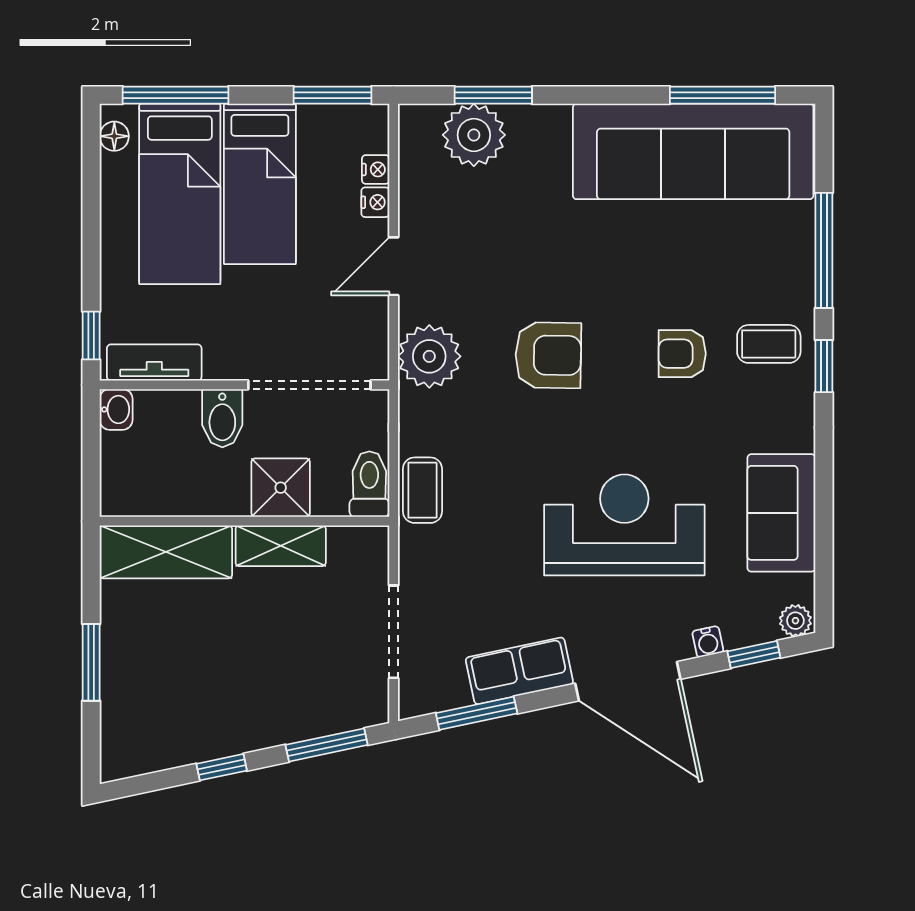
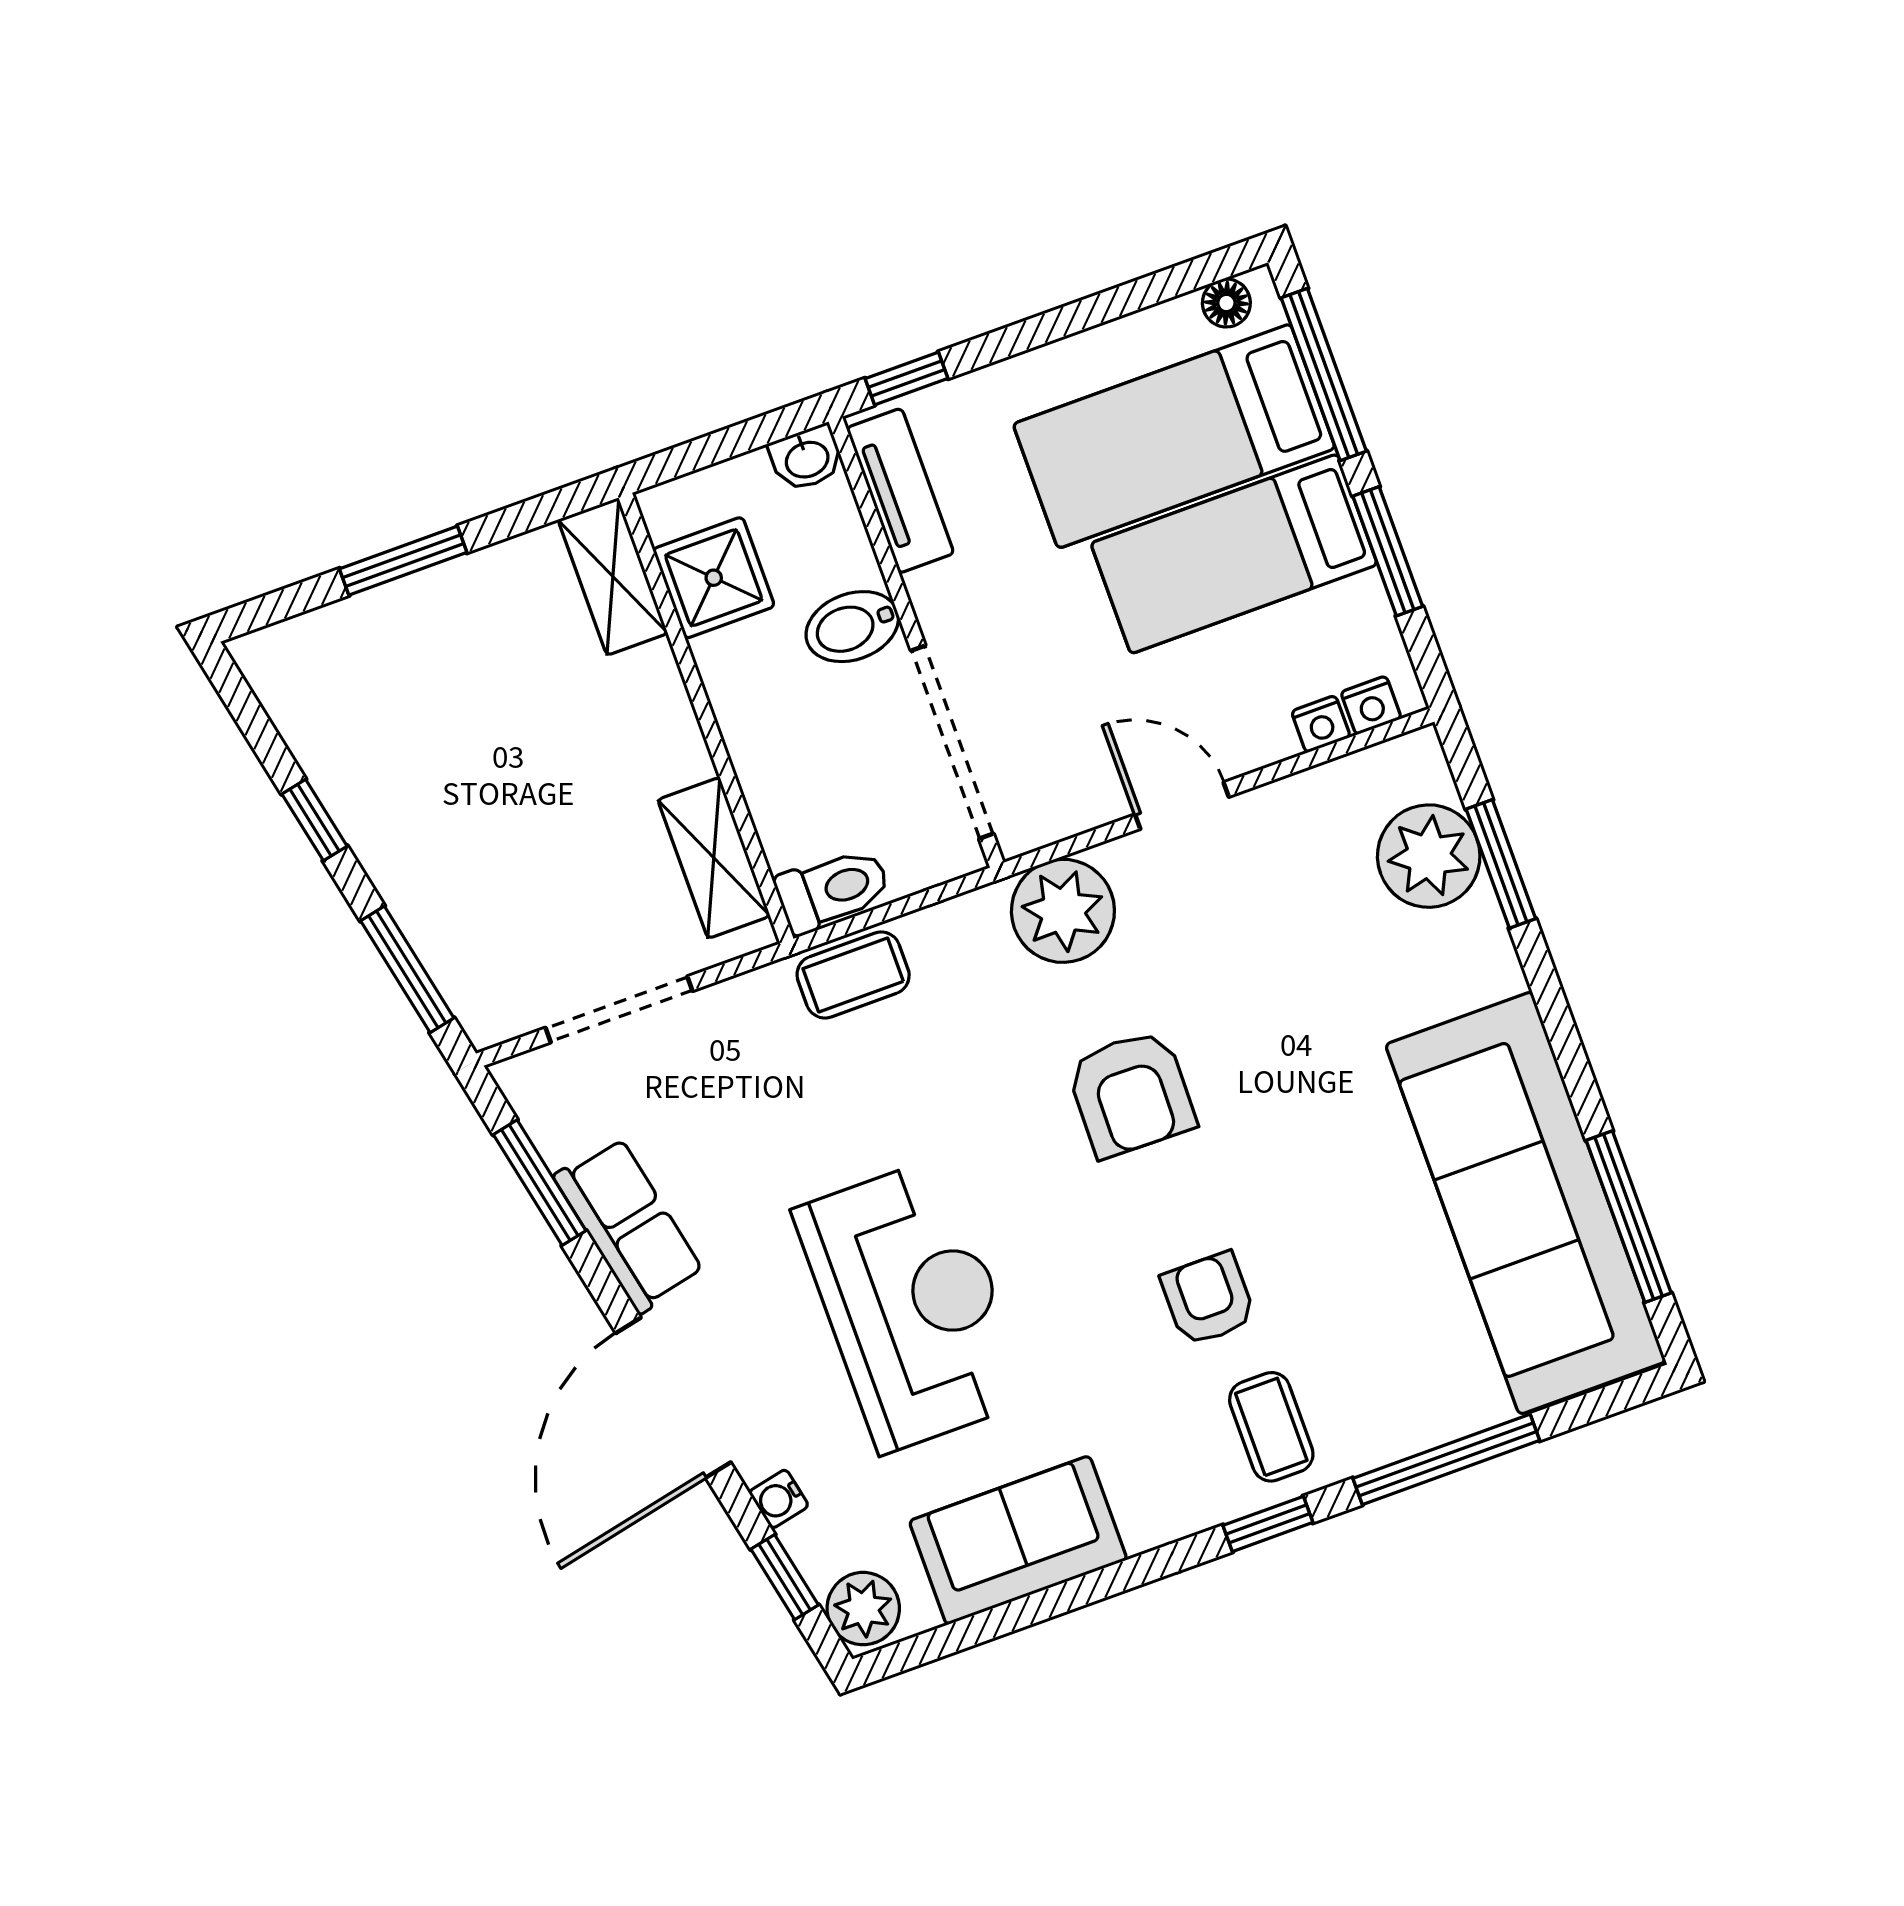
window: (333, 95) -> (1388, 551), moved
nightstand: (375, 202) -> (1371, 705), moved
shower: (281, 488) -> (714, 578), moved
shelving: (281, 546) -> (714, 858), moved
shelving: (166, 552) -> (613, 577), width x0.67, depth x0.75
plant: (795, 621) -> (863, 1609), width x1.38, depth x1.38

